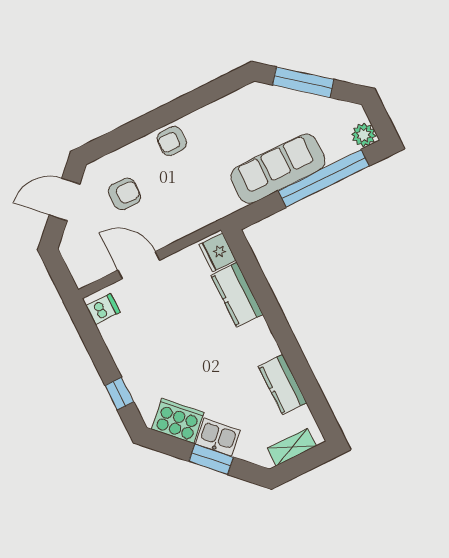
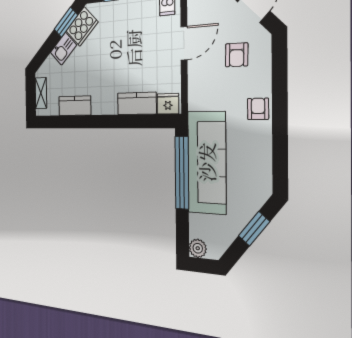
window: (303, 82) -> (254, 229), width x0.69
sofa: (278, 169) -> (207, 162), width x1.36, depth x1.27
window: (324, 178) -> (182, 173), moved
window: (211, 459) -> (66, 22), moved

